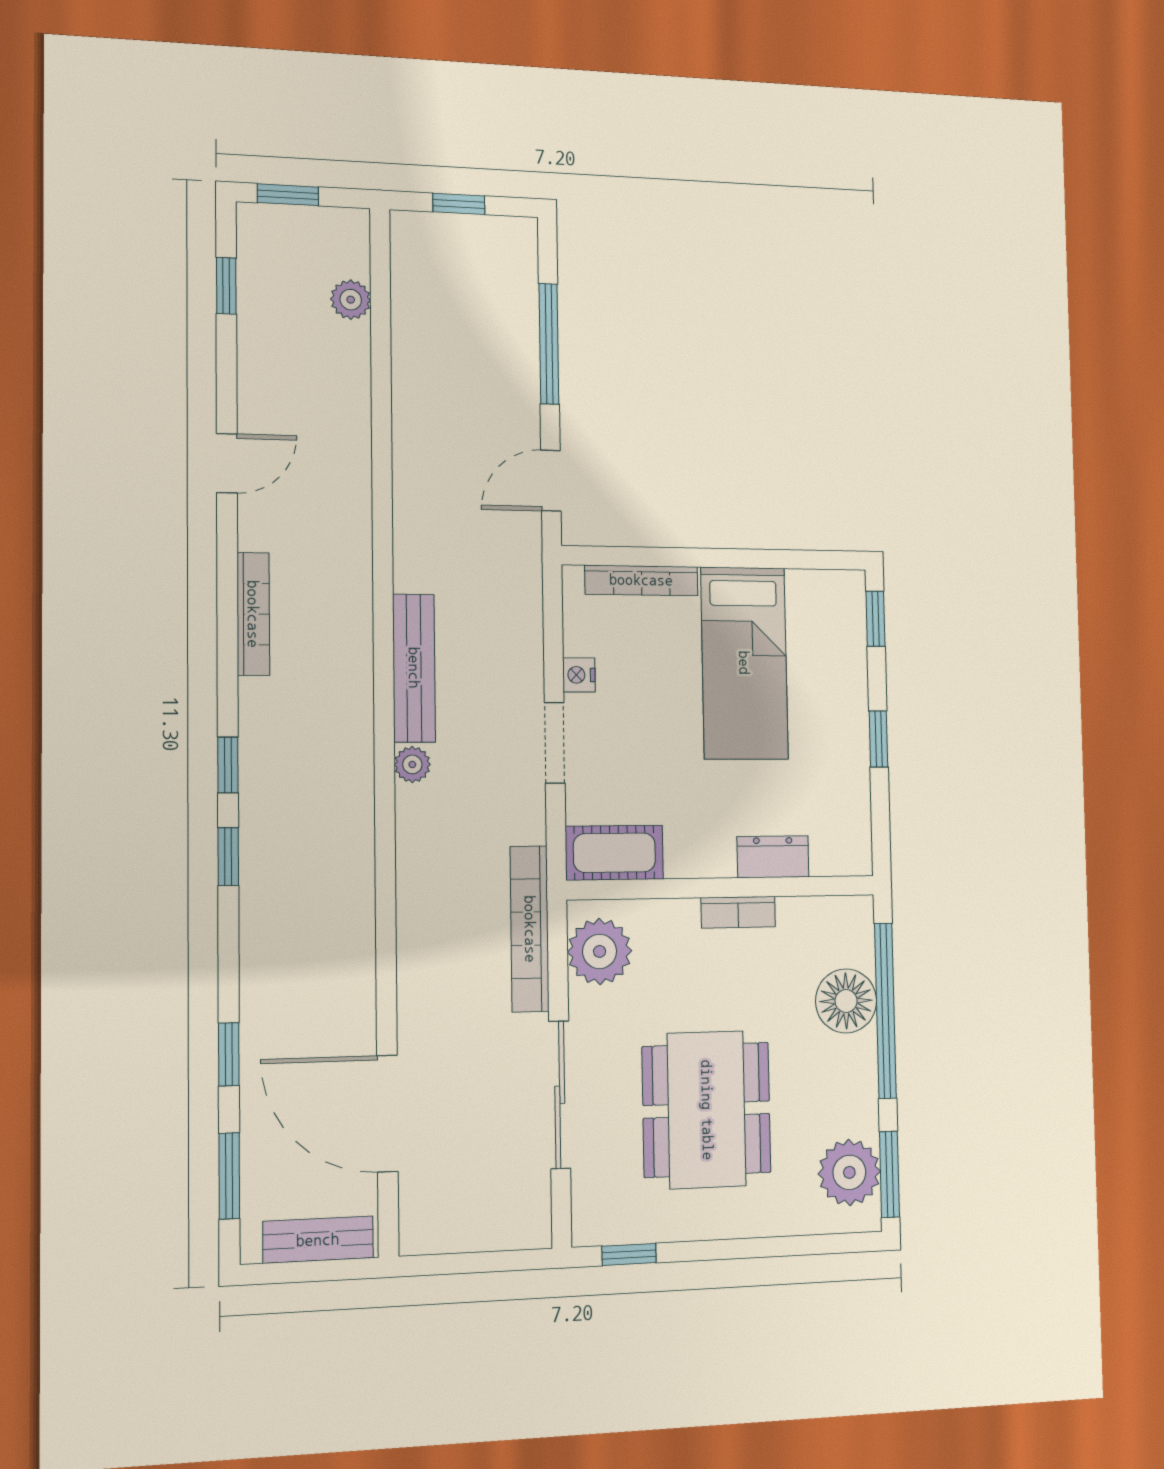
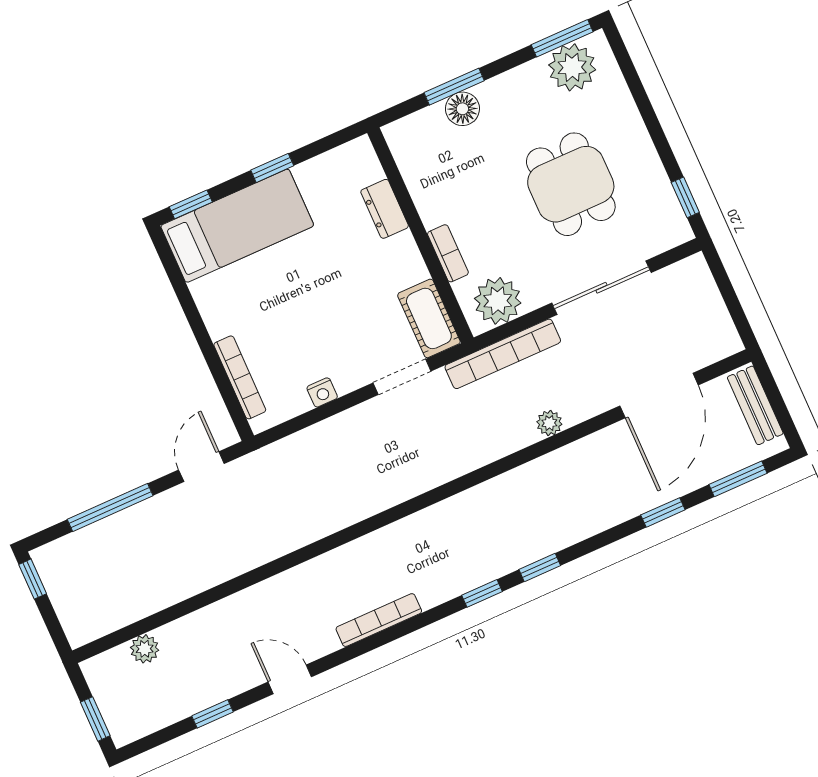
window: (459, 204) -> (33, 579), moved
window: (226, 286) -> (213, 714), moved
door: (551, 481) -> (201, 467), swing flipped
bed: (744, 663) -> (237, 226), moved
bench: (414, 668) -> (367, 503), removed
doorway: (555, 743) -> (402, 377), moved
plant: (412, 764) -> (549, 423), moved
bookcase: (738, 912) -> (448, 253), moved
floor lamp: (846, 1001) -> (462, 109), width x0.73, depth x0.73
window: (885, 1011) -> (454, 87), width x0.47
dining table: (707, 1110) -> (571, 184), width x0.73

